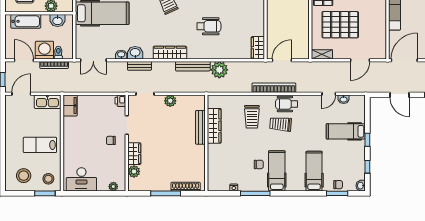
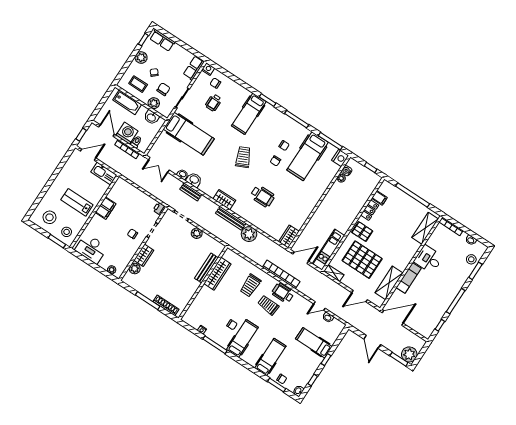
shelving: (379, 30) -> (389, 283), added
kitchen unit: (303, 36) -> (328, 250), added
wardrobe: (170, 53) -> (224, 200), width x0.67
filing cabinet: (70, 105) -> (106, 208), moved

